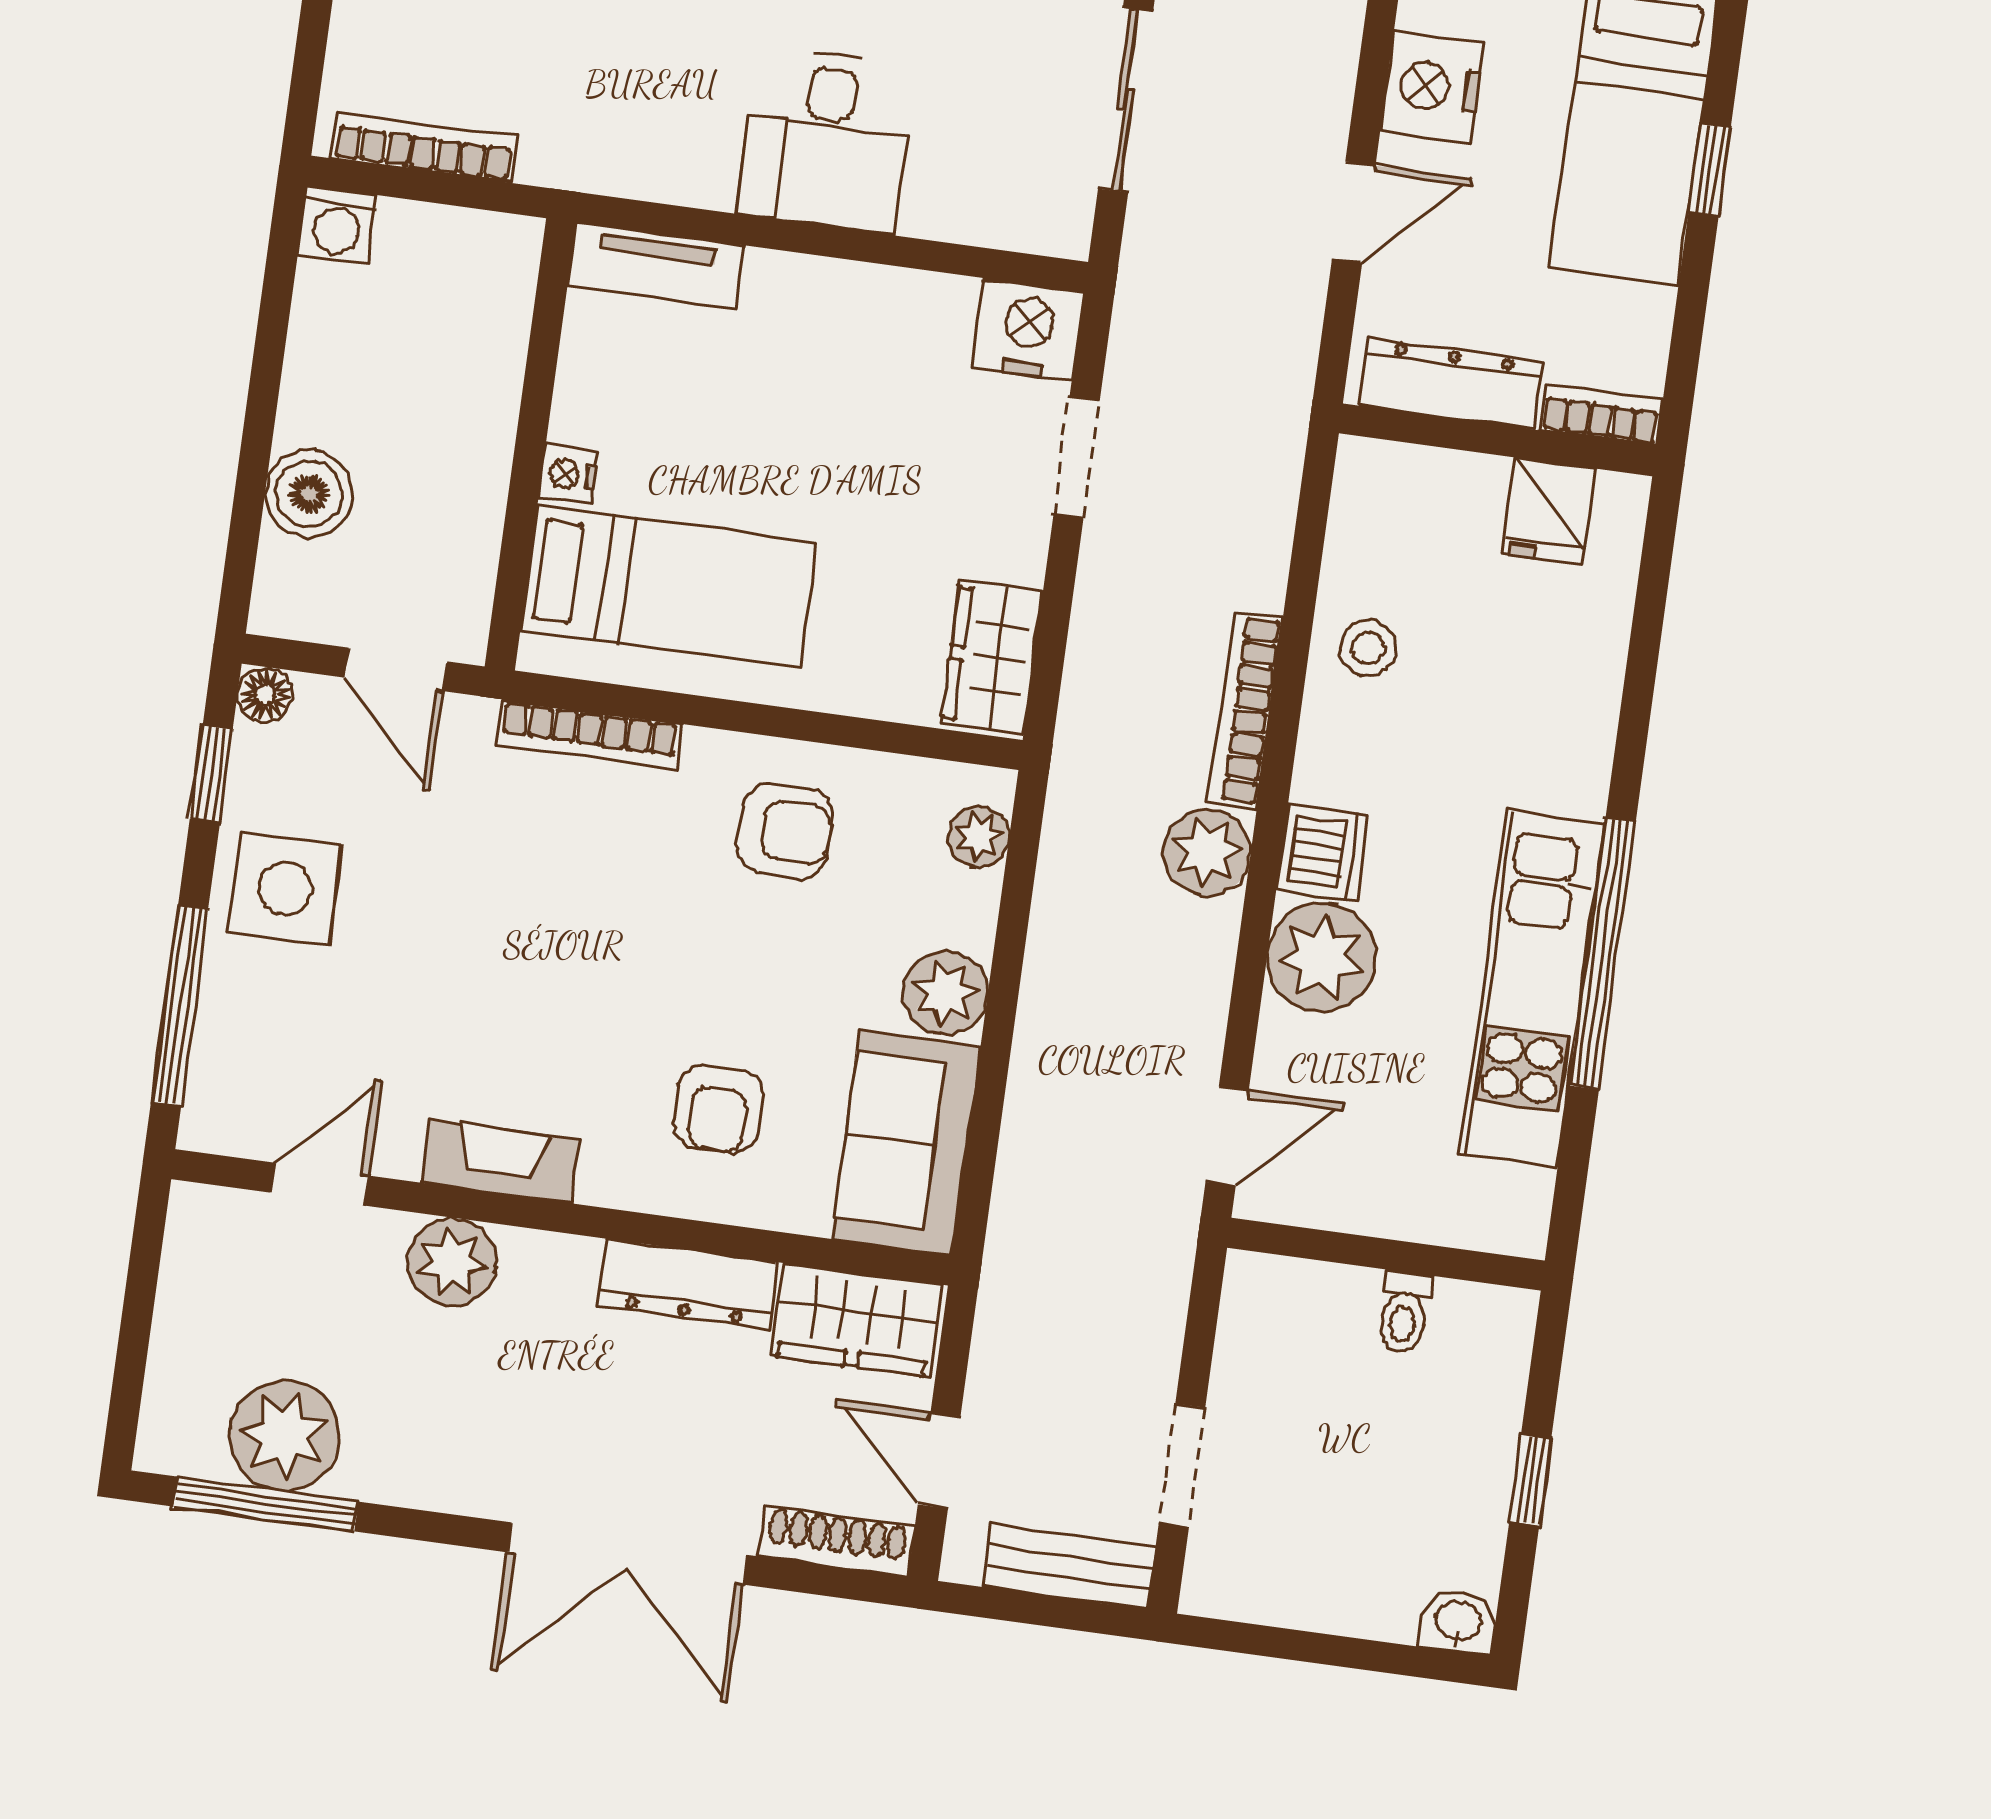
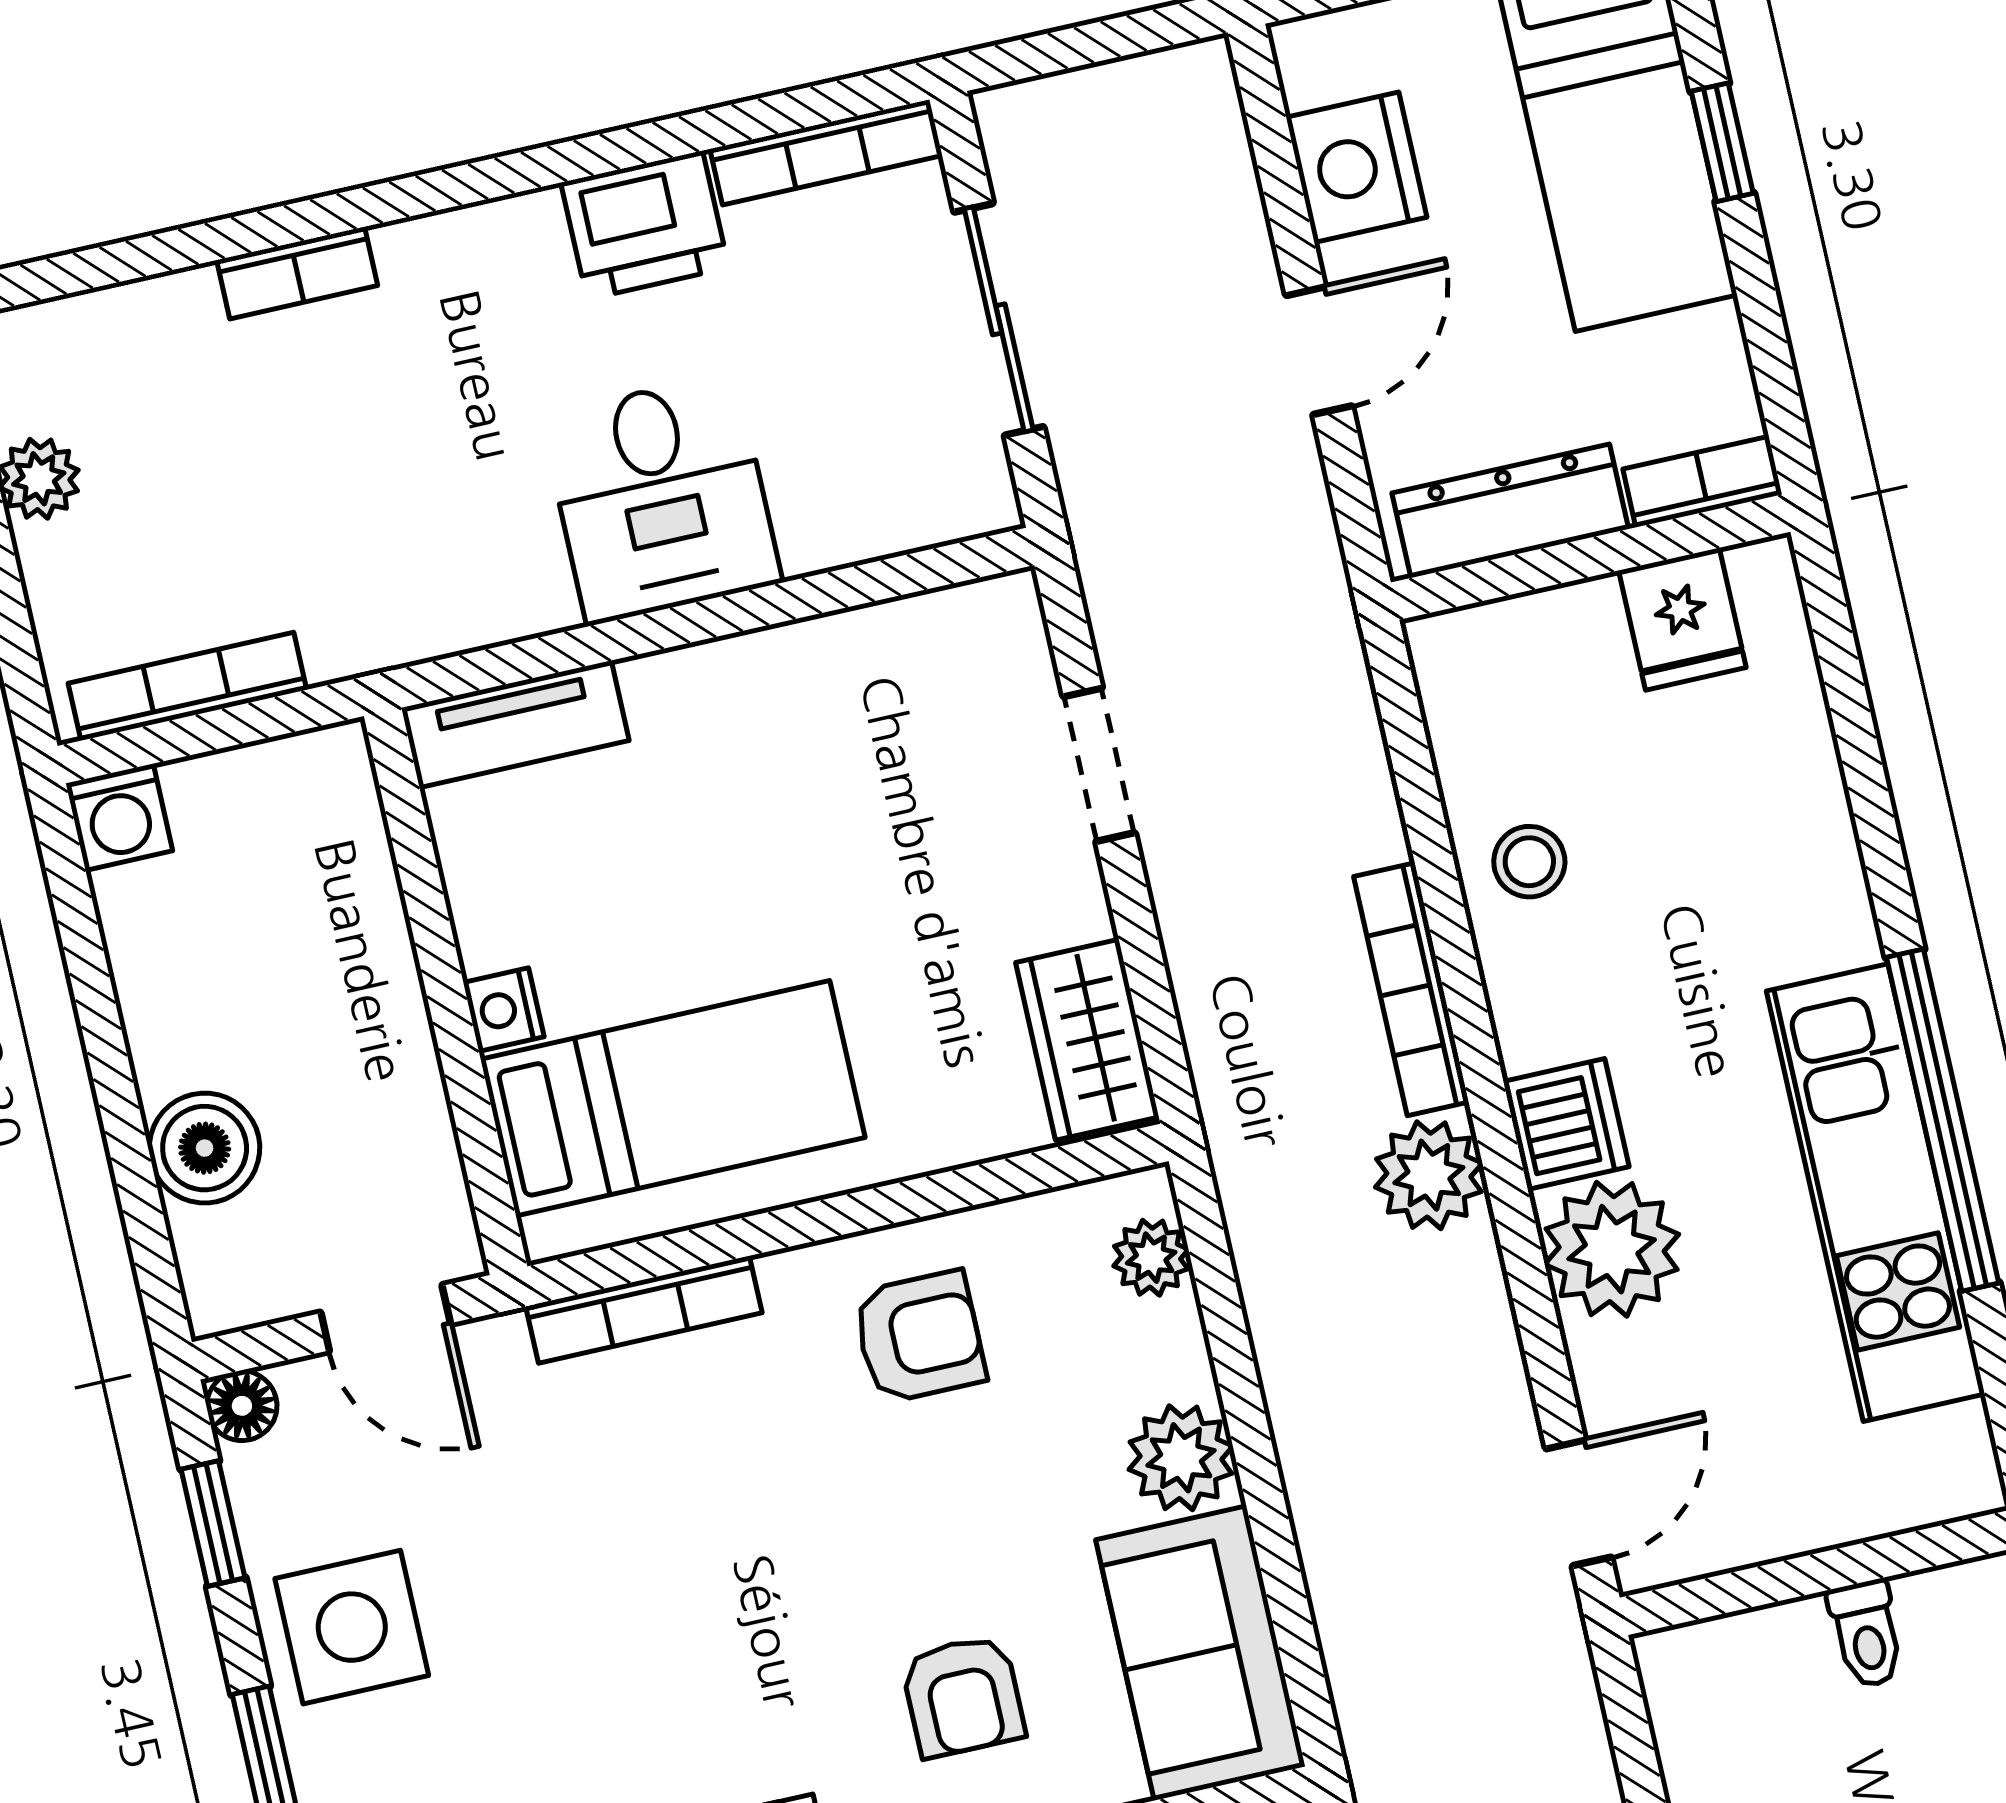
nightstand: (1028, 330) -> (985, 635), removed

